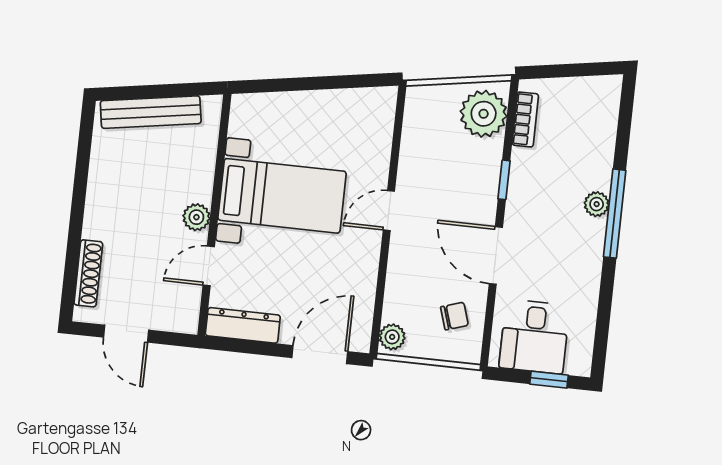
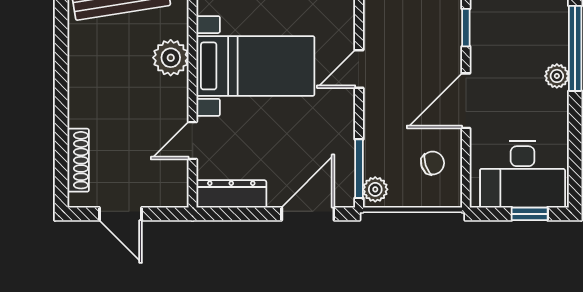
plant: (597, 204) -> (557, 76), moved
plant: (196, 217) -> (171, 58), moved, width x1.38, depth x1.38
door: (496, 255) -> (466, 101), hinge flipped
window: (378, 314) -> (359, 169), added
desk: (534, 336) -> (523, 174), width x1.37

